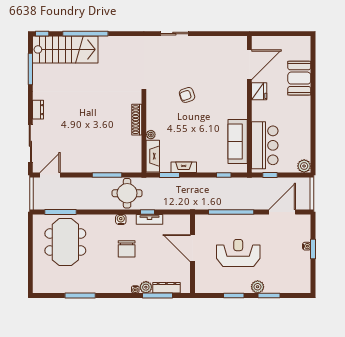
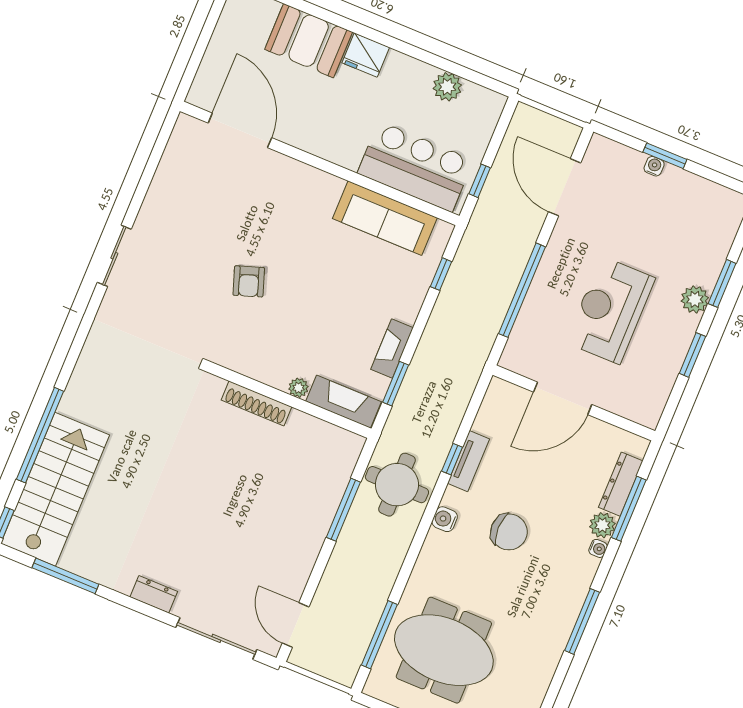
fridge: (259, 91) -> (366, 55), moved, turned 180
plant: (304, 166) -> (447, 87), moved
window: (80, 295) -> (582, 621), moved

